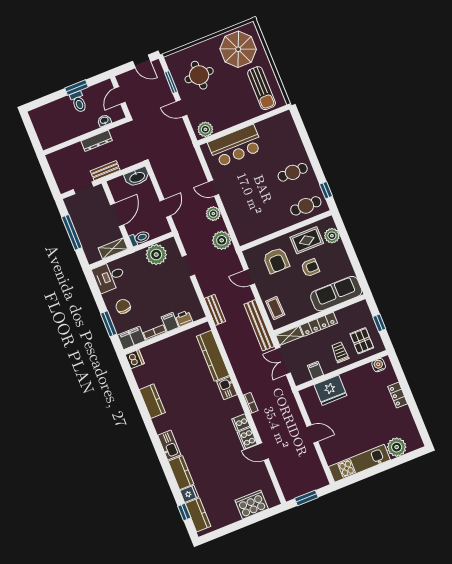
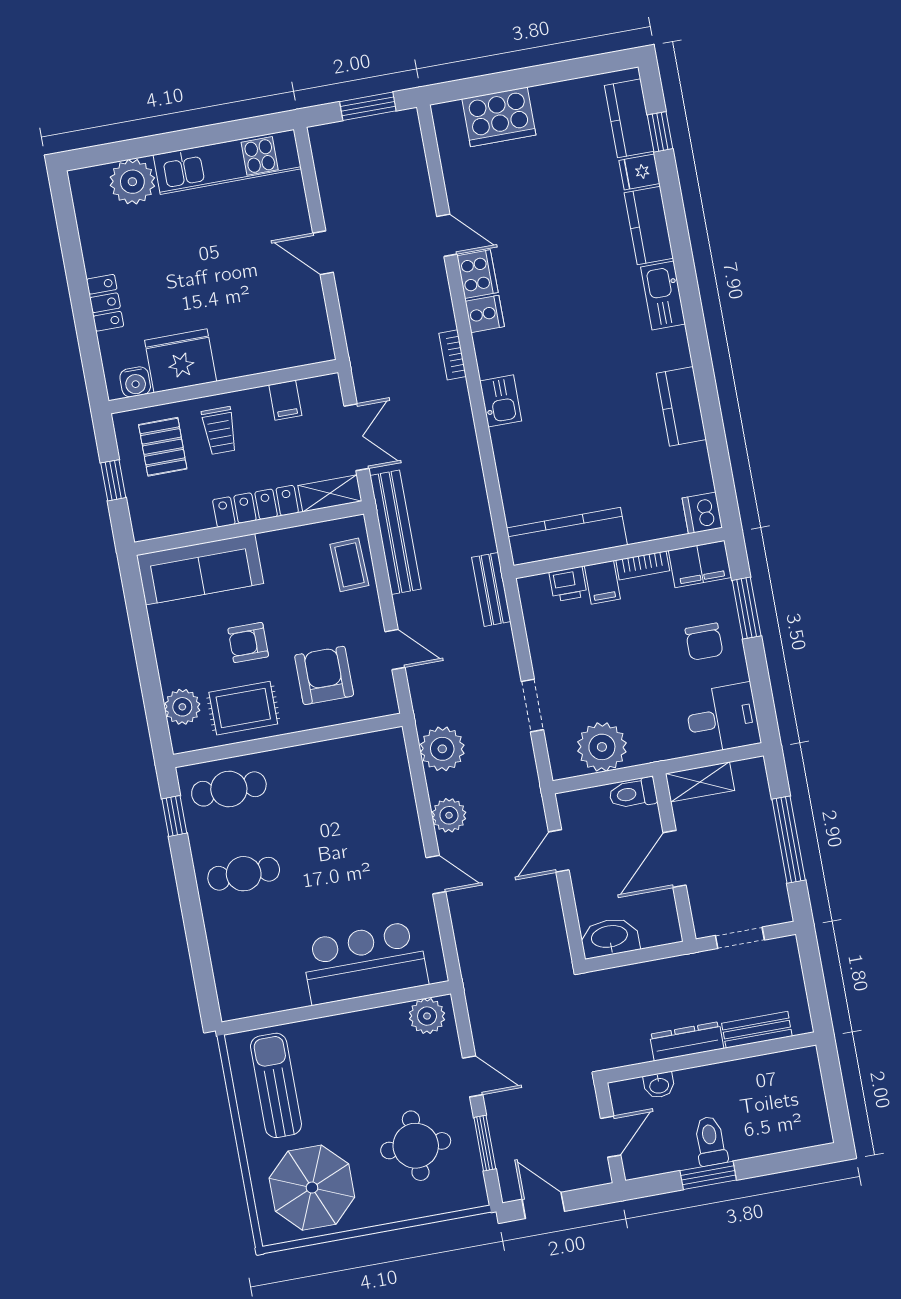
bench: (105, 171) -> (757, 1030), moved
kitchen counter: (213, 356) -> (567, 537), moved, turned -90
fridge: (330, 390) -> (181, 361), moved

